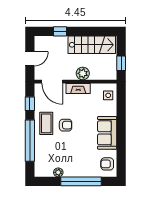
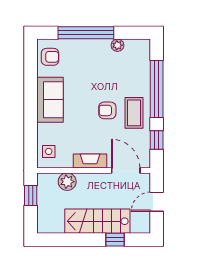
stairs: (92, 45) -> (97, 221), moved
plant: (83, 73) -> (67, 182), moved

